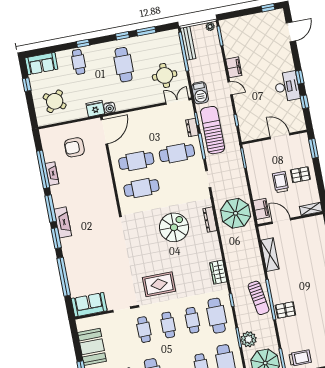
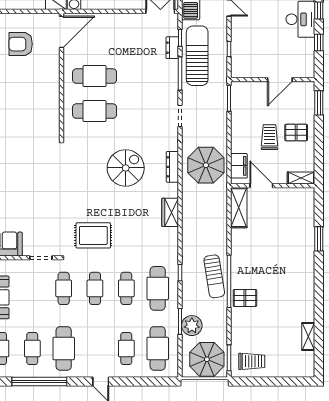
door: (280, 136) -> (280, 79), swing flipped
cafe table: (177, 153) -> (147, 76), removed
shelving: (270, 255) -> (239, 208), moved
wardrobe: (218, 272) -> (170, 212), moved

